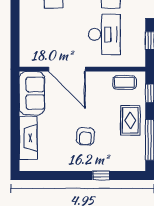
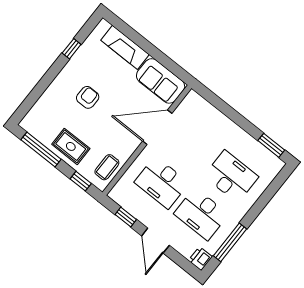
armchair: (85, 136) -> (88, 97), turned 87
window: (101, 176) -> (72, 49), moved

